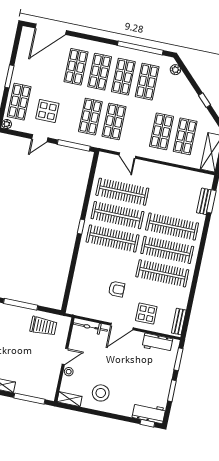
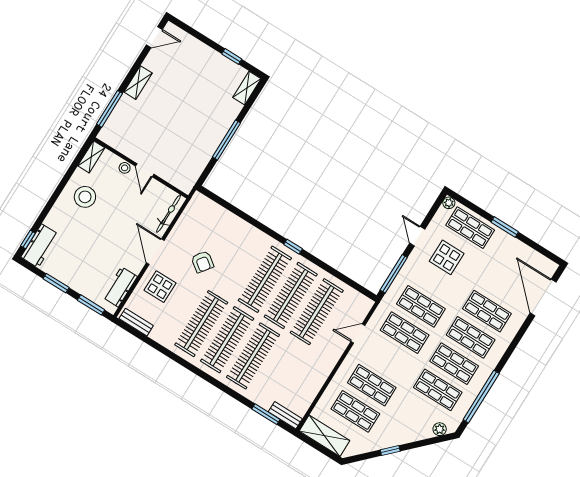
bench: (204, 201) -> (285, 415), moved
armchair: (117, 289) -> (202, 262), turned -53
trolley: (43, 326) -> (190, 158), removed

